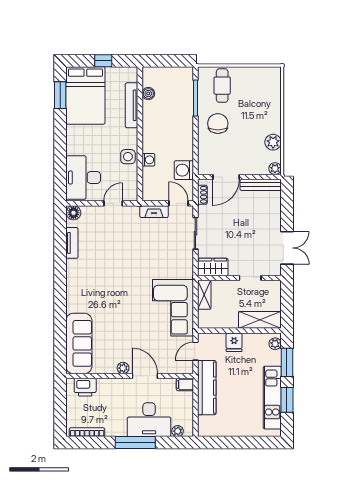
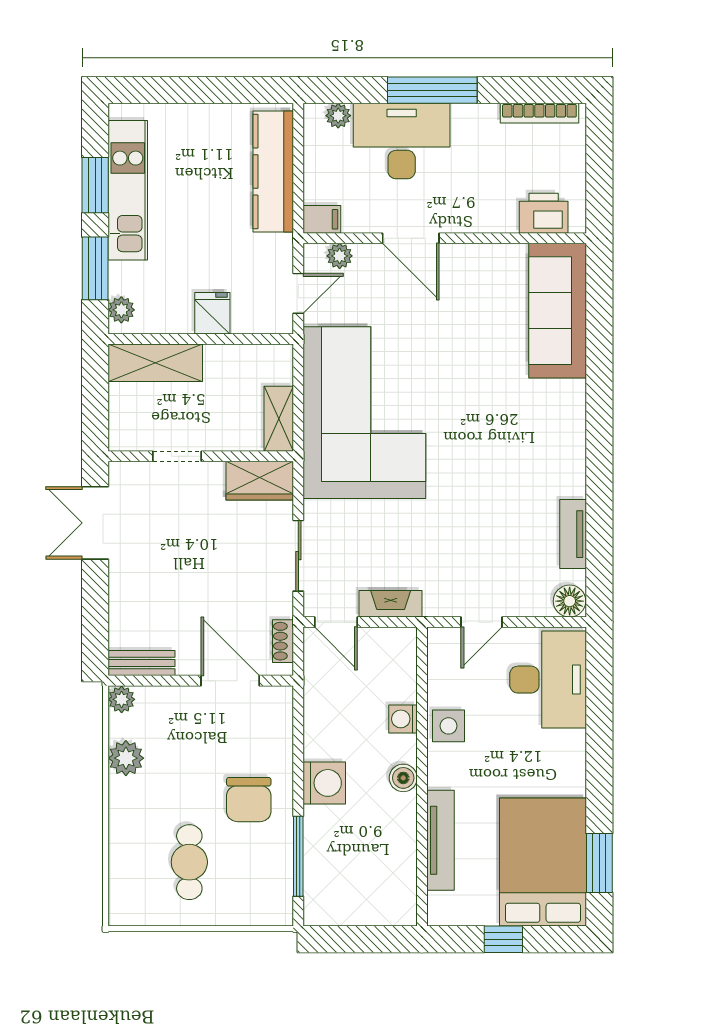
cafe table: (222, 86) -> (189, 862), moved
boiler: (148, 94) -> (403, 778), moved
washing machine: (184, 170) -> (324, 783), moved
door: (226, 177) -> (230, 681), hinge flipped
bench: (261, 185) -> (141, 663), width x0.73
corner sofa: (173, 308) -> (364, 413), width x1.36, depth x1.36
plant: (123, 368) -> (340, 256), moved
kitchen counter: (207, 388) -> (273, 172), moved

